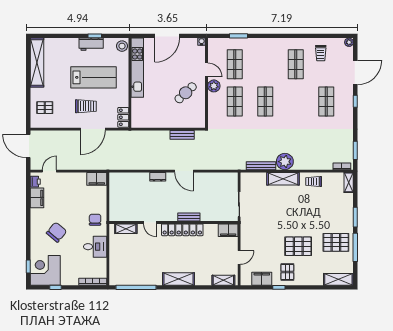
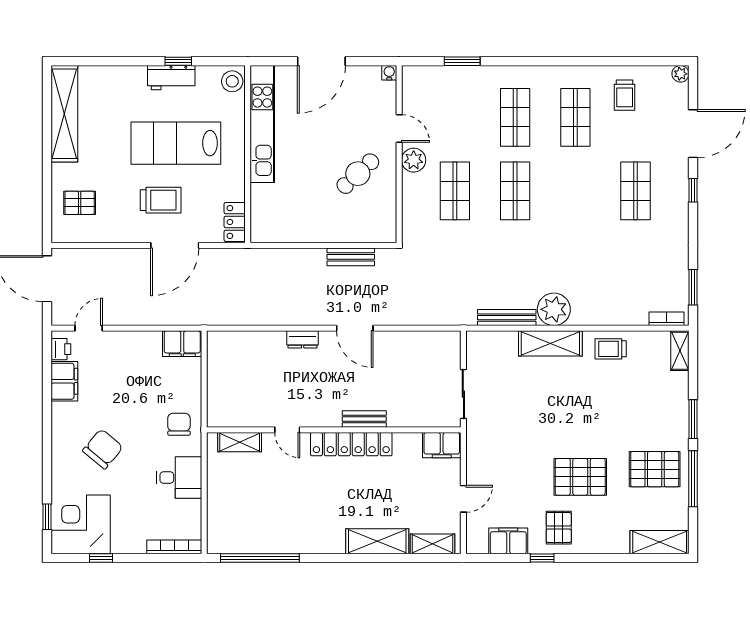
shop shelf: (235, 64) -> (515, 117), moved
lab bench: (94, 77) -> (176, 143), turned 180
shelving: (179, 279) -> (377, 541), moved

